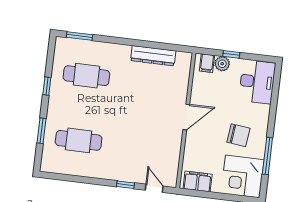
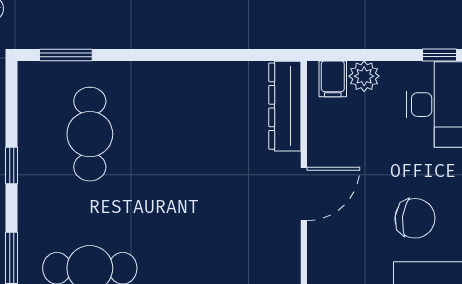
window: (231, 54) -> (439, 55), moved
dresser: (153, 56) -> (285, 106), moved, turned 90
cafe table: (86, 76) -> (90, 134), turned 90

